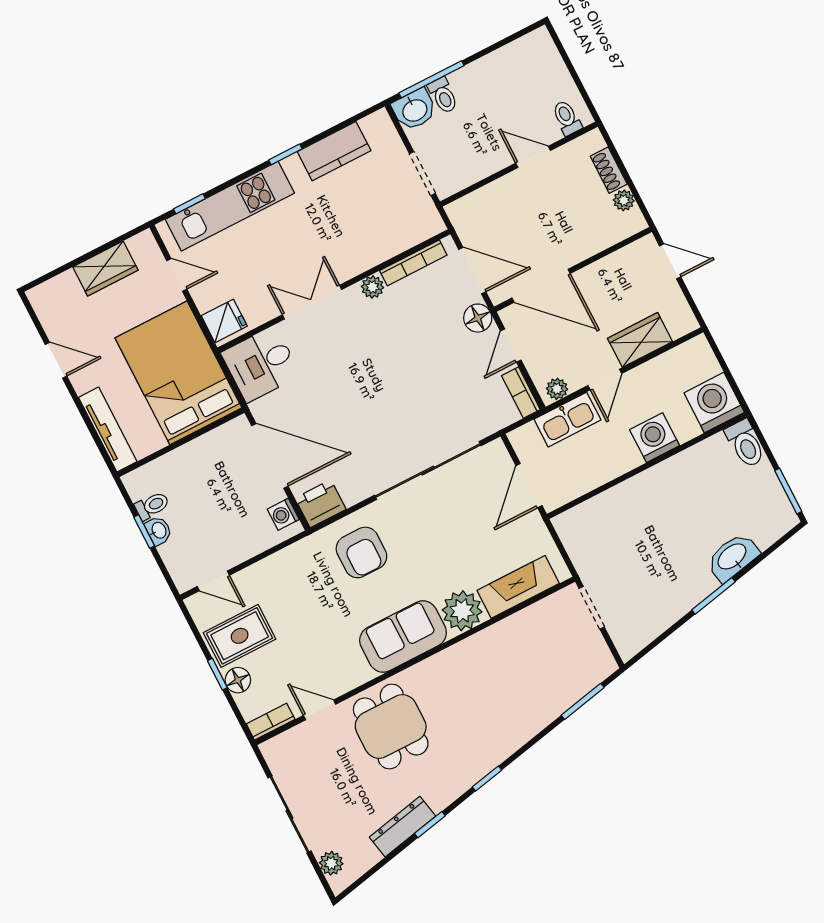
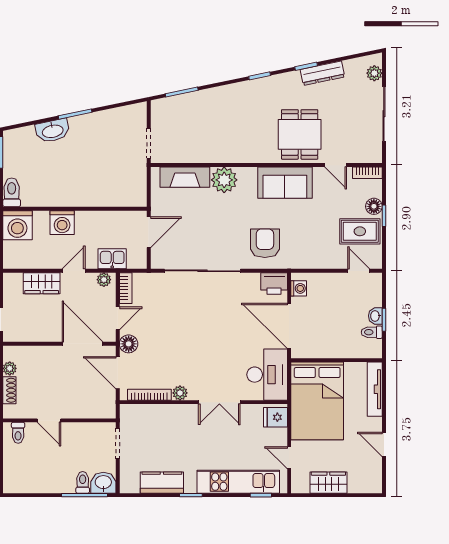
desk: (261, 364) -> (267, 375), width x1.37
kitchen sink: (567, 420) -> (112, 259), width x0.73
sofa: (403, 637) -> (285, 183), moved

